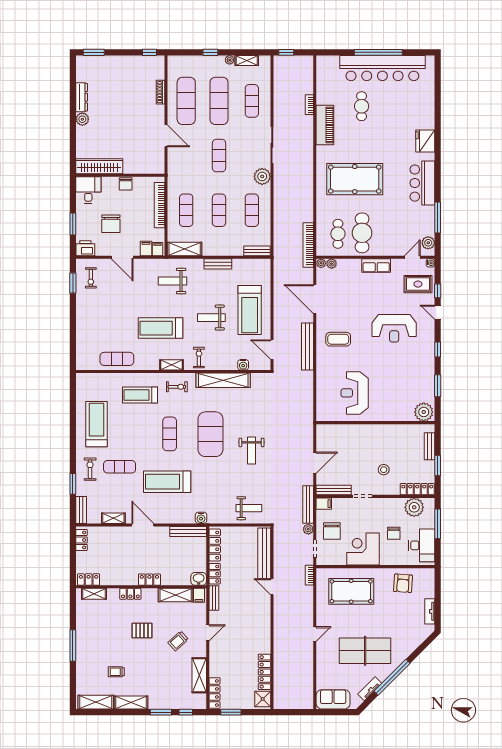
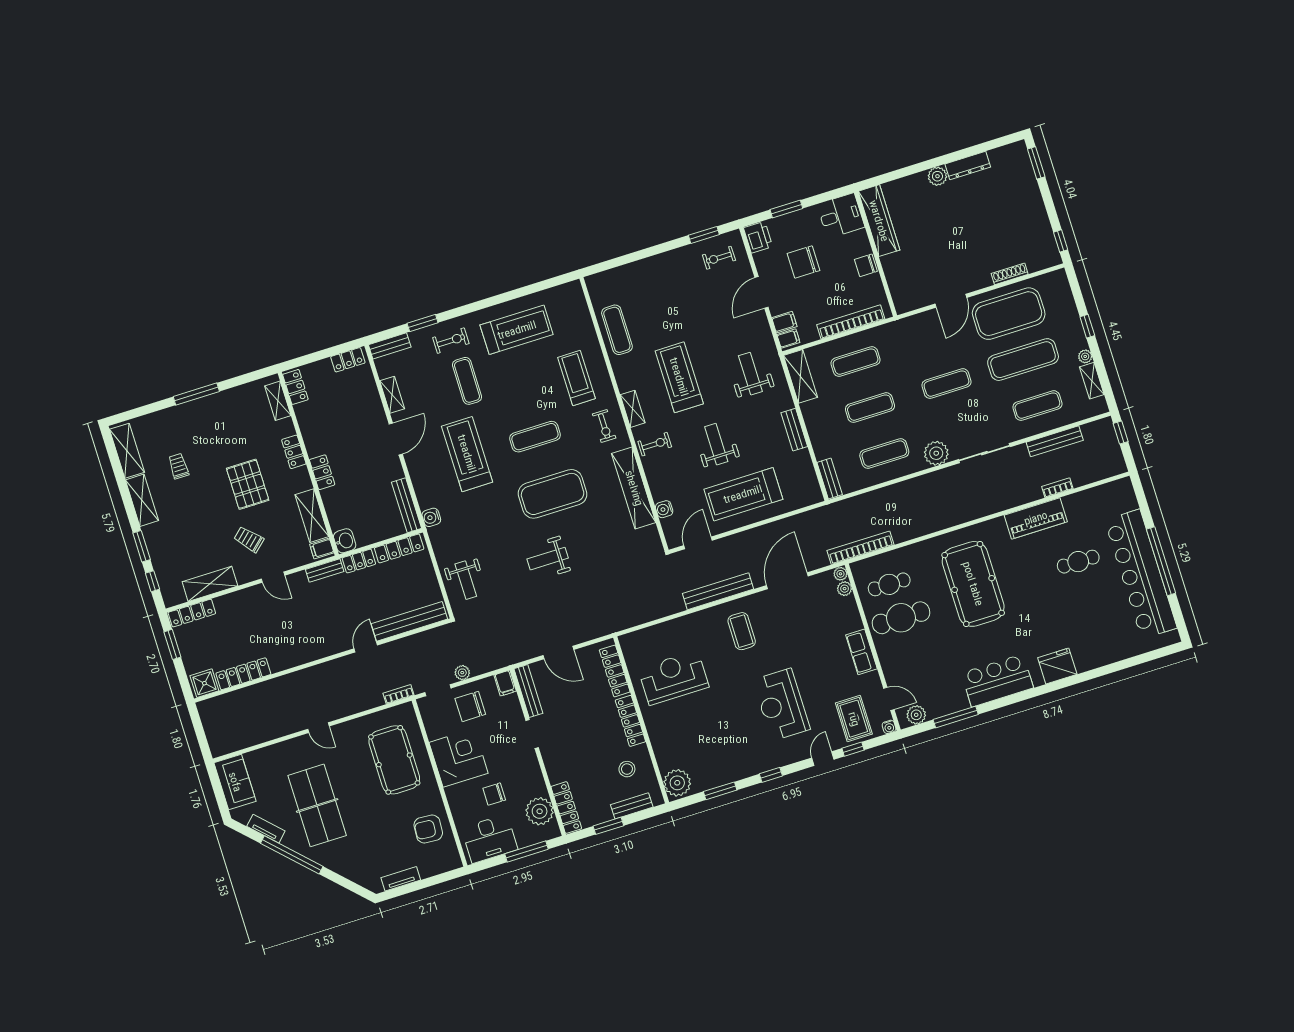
exercise mat: (186, 101) -> (1009, 314), width x1.47
locker: (338, 430) -> (615, 671), added
locker: (374, 430) -> (630, 721), added
stool: (384, 470) -> (627, 769), moved
bench: (308, 505) -> (1055, 441), moved
pallet: (142, 630) -> (248, 484), width x1.50, depth x1.42

